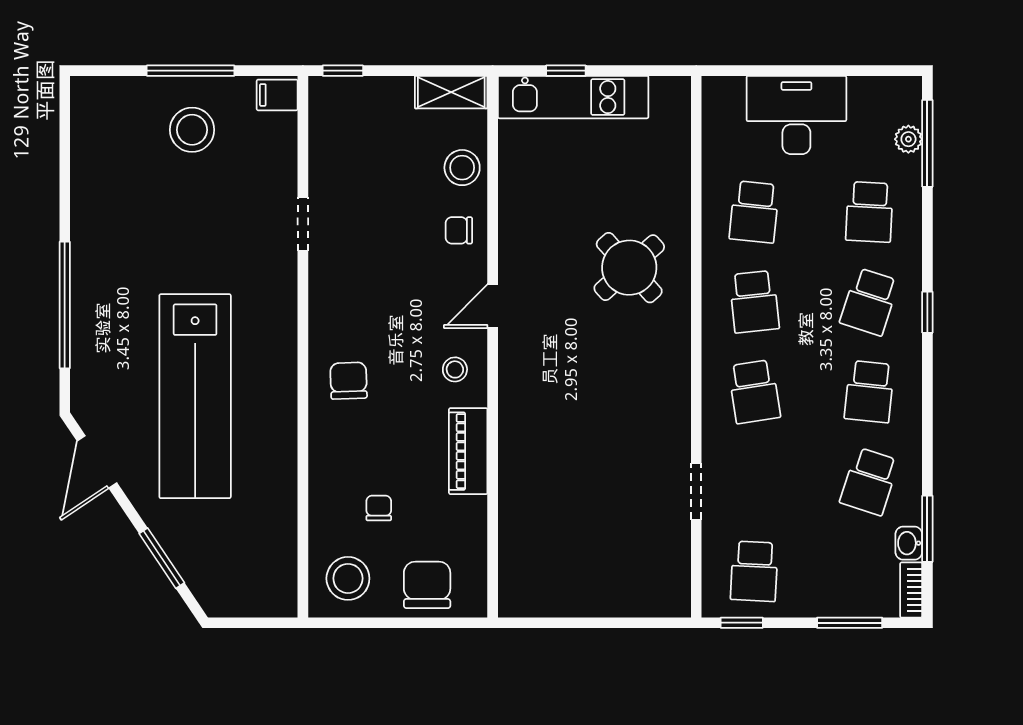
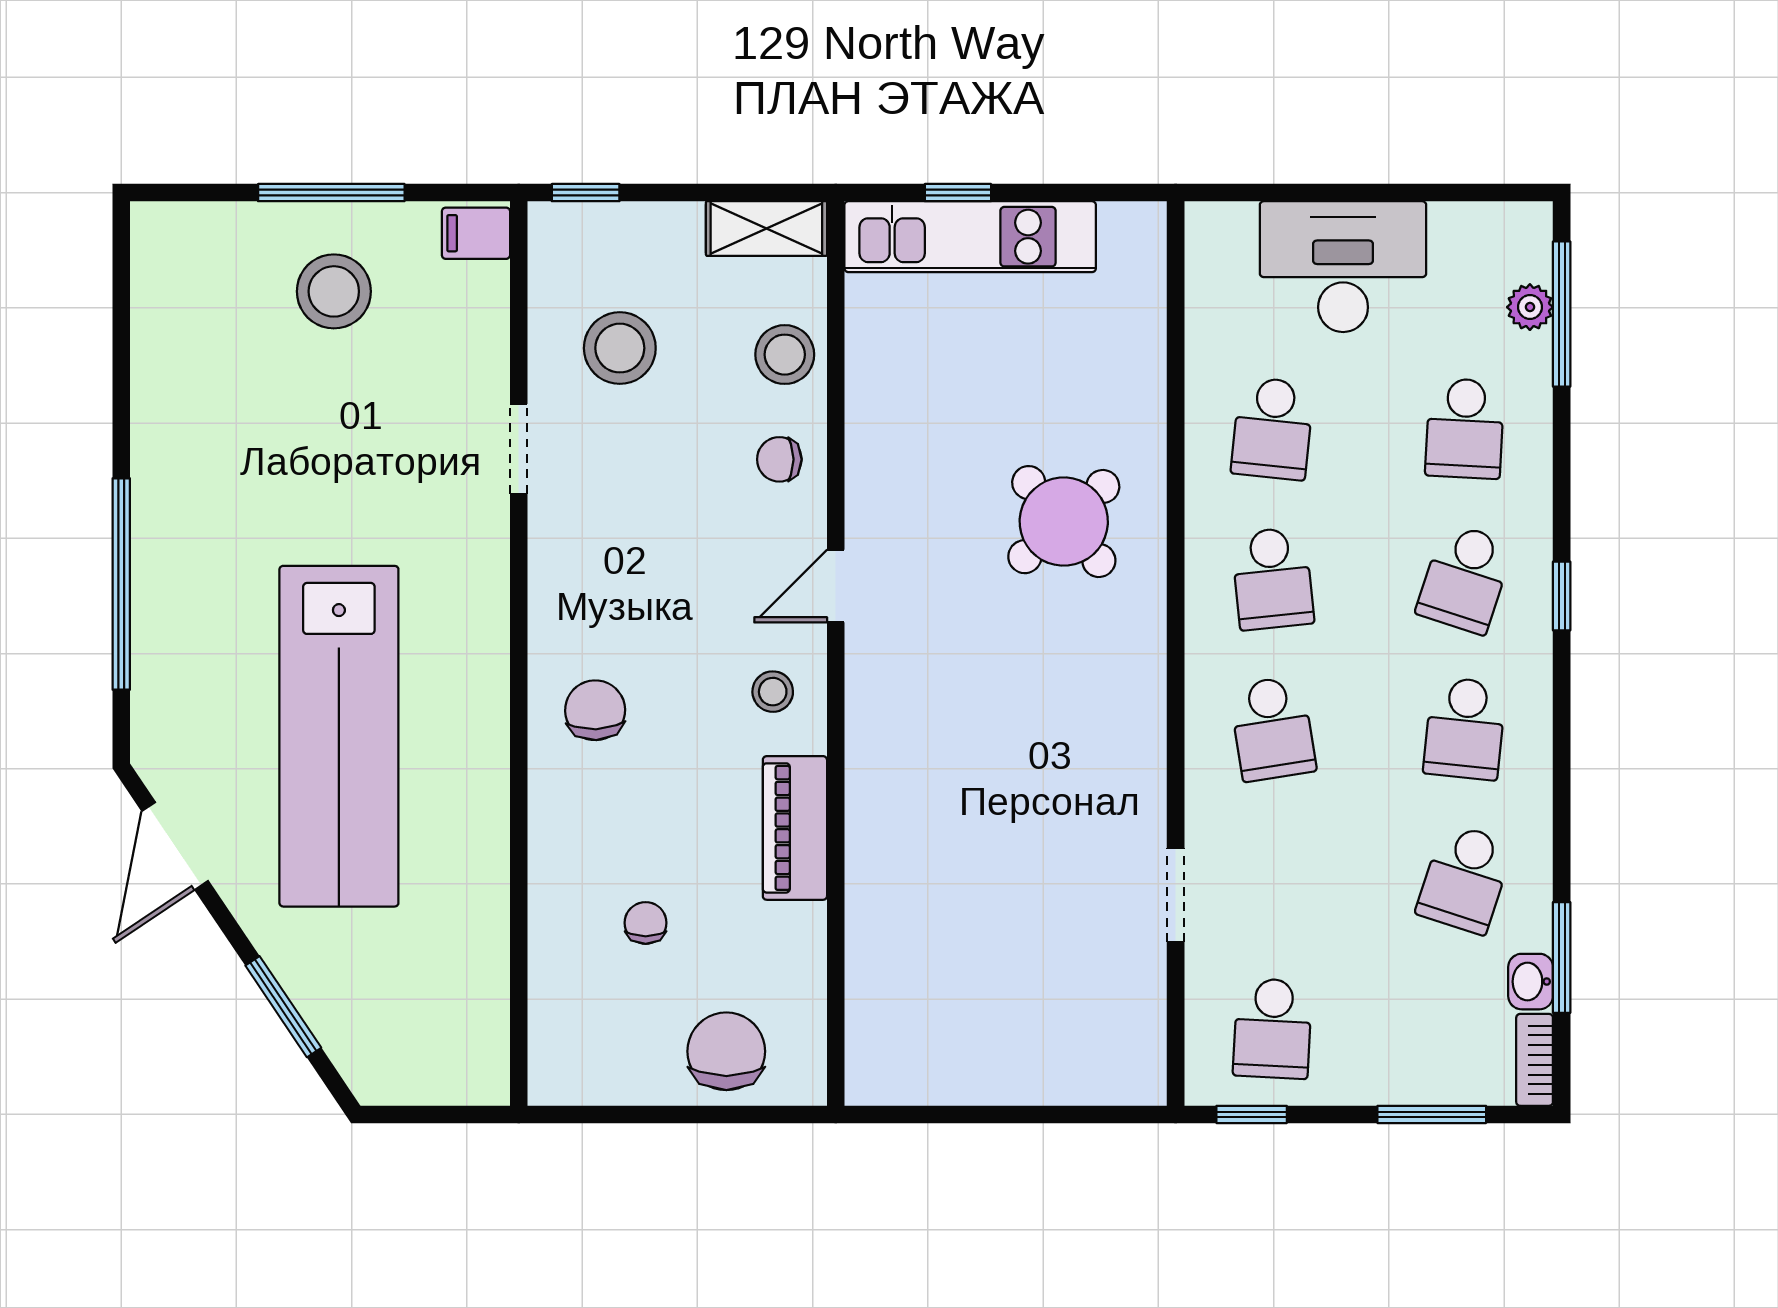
stool: (348, 578) -> (620, 348), moved

